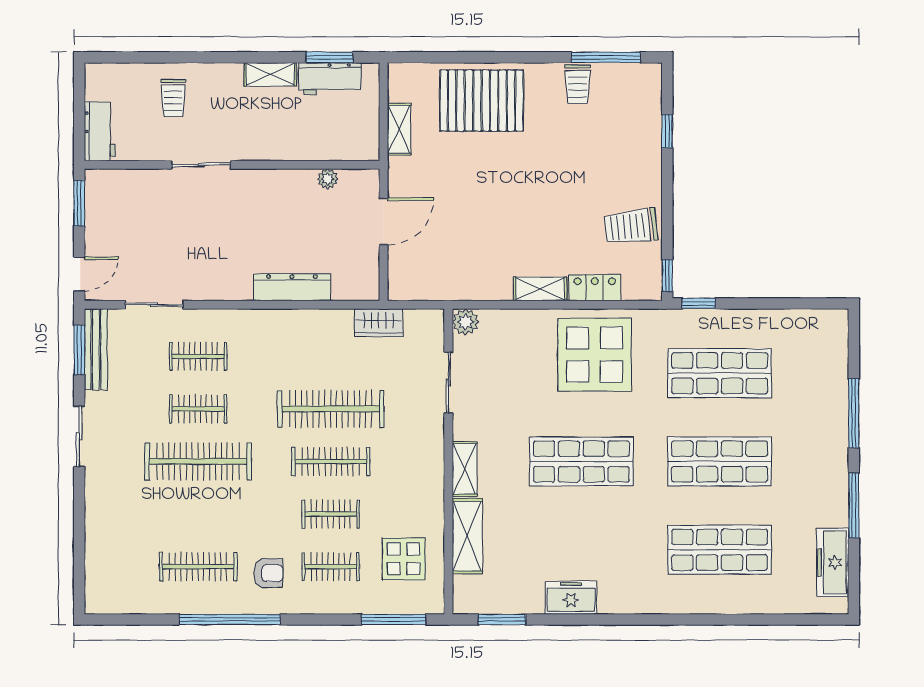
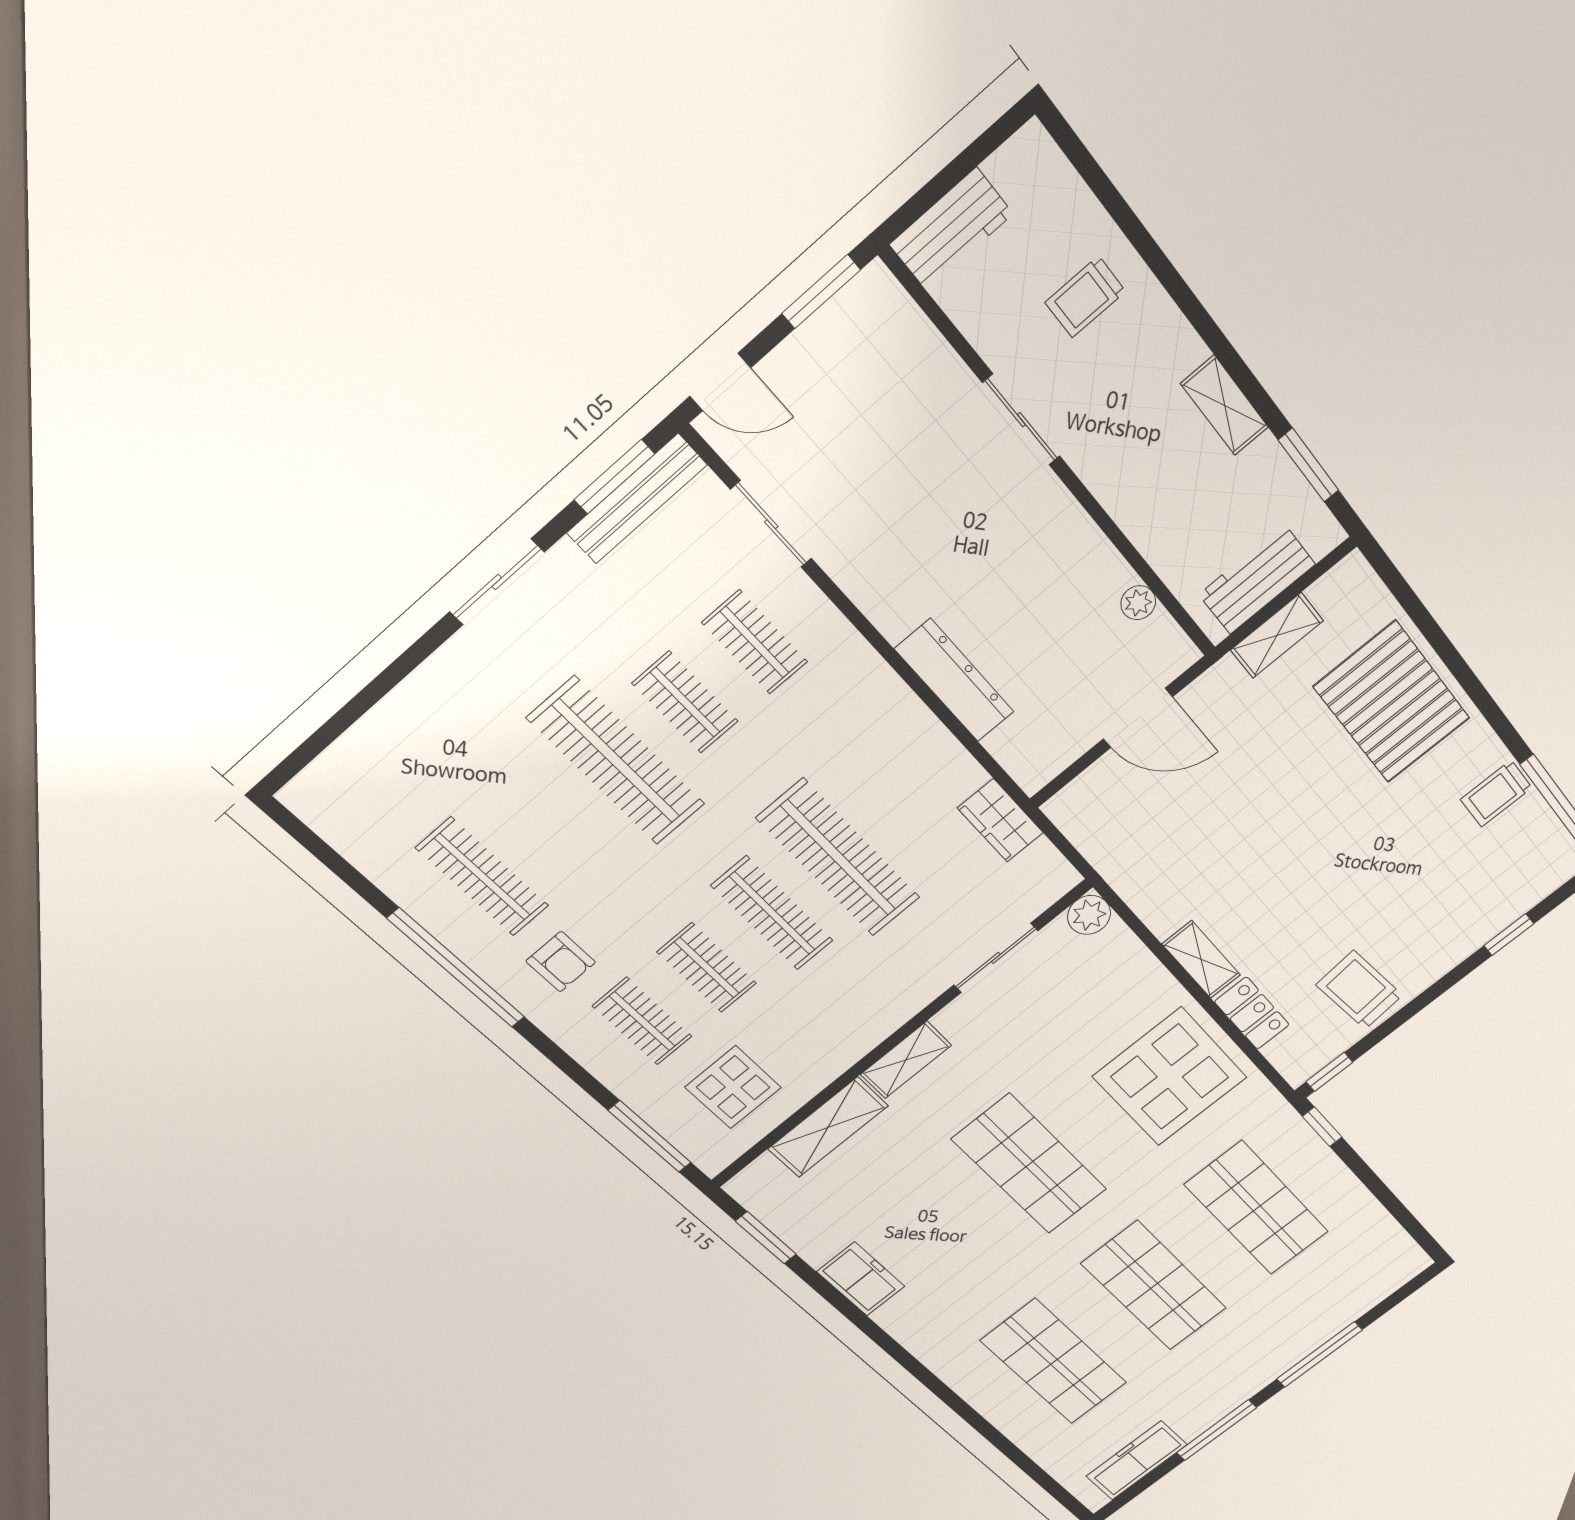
workbench: (330, 79) -> (1257, 579), moved, turned 90

